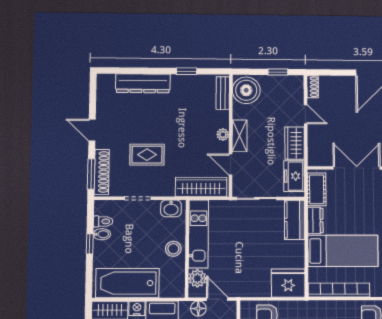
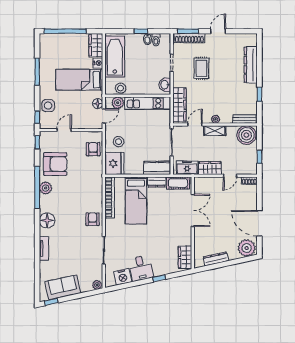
stool: (173, 249) -> (121, 88), moved
stool: (256, 277) -> (118, 142), added

